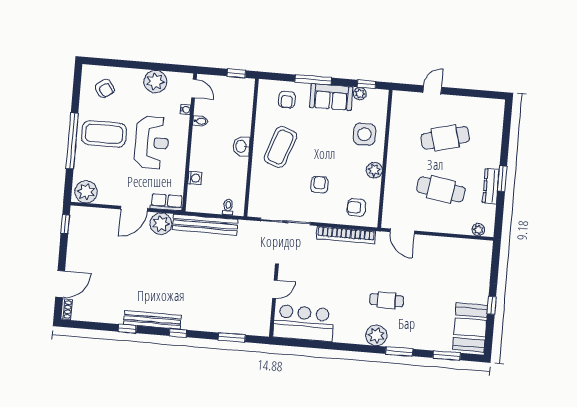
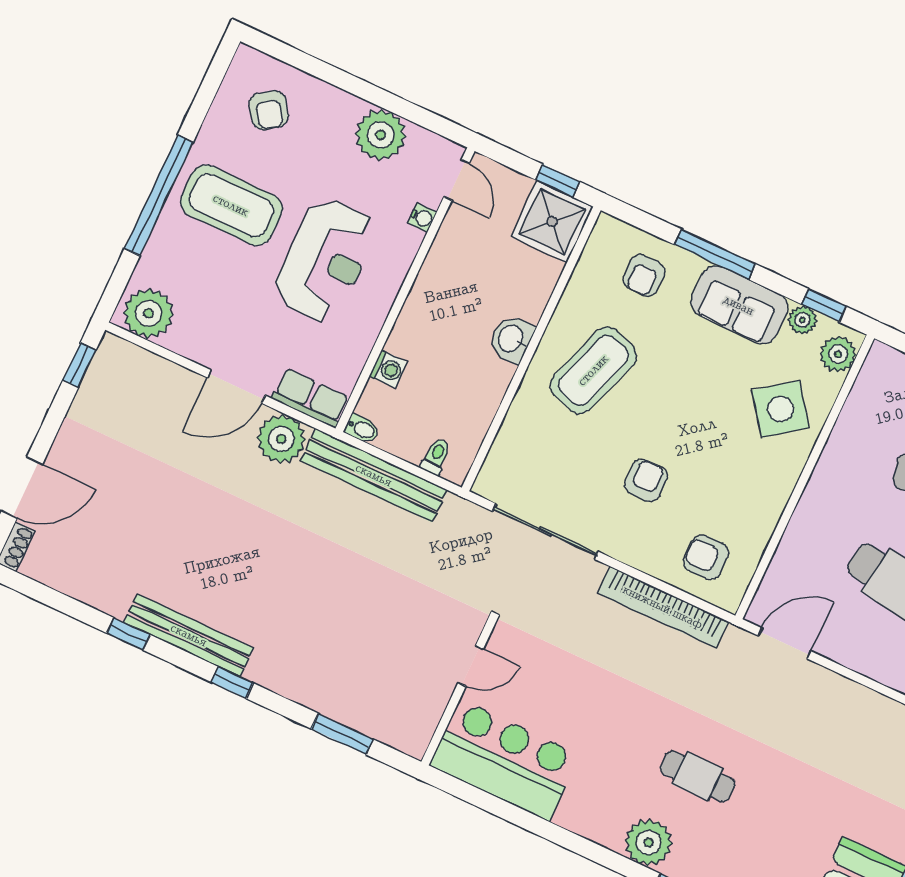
shower: (240, 91) -> (552, 222), added
bidet: (200, 121) -> (362, 429), moved
side table: (364, 134) -> (781, 409), turned -37
plant: (374, 170) -> (838, 354), moved
door: (402, 231) -> (784, 643), swing flipped

